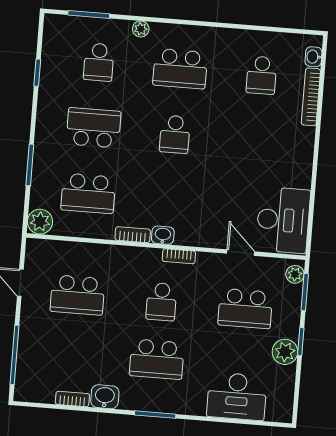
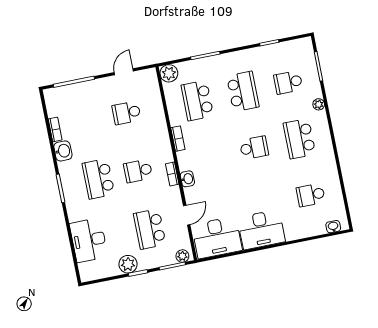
bookcase: (311, 97) -> (306, 233), removed
school desk: (175, 134) -> (254, 148), turned 180
desk: (290, 156) -> (261, 230), added
washbasin: (163, 235) -> (187, 179), moved
school desk: (77, 295) -> (127, 113), width x0.54

